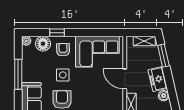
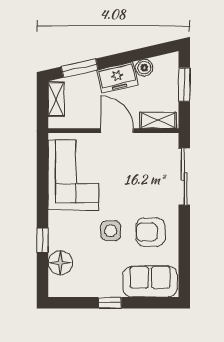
plant: (26, 41) -> (56, 290), removed
armchair: (63, 50) -> (70, 230), removed
window: (18, 74) -> (110, 303), width x0.46
door: (125, 79) -> (117, 131), swing flipped

